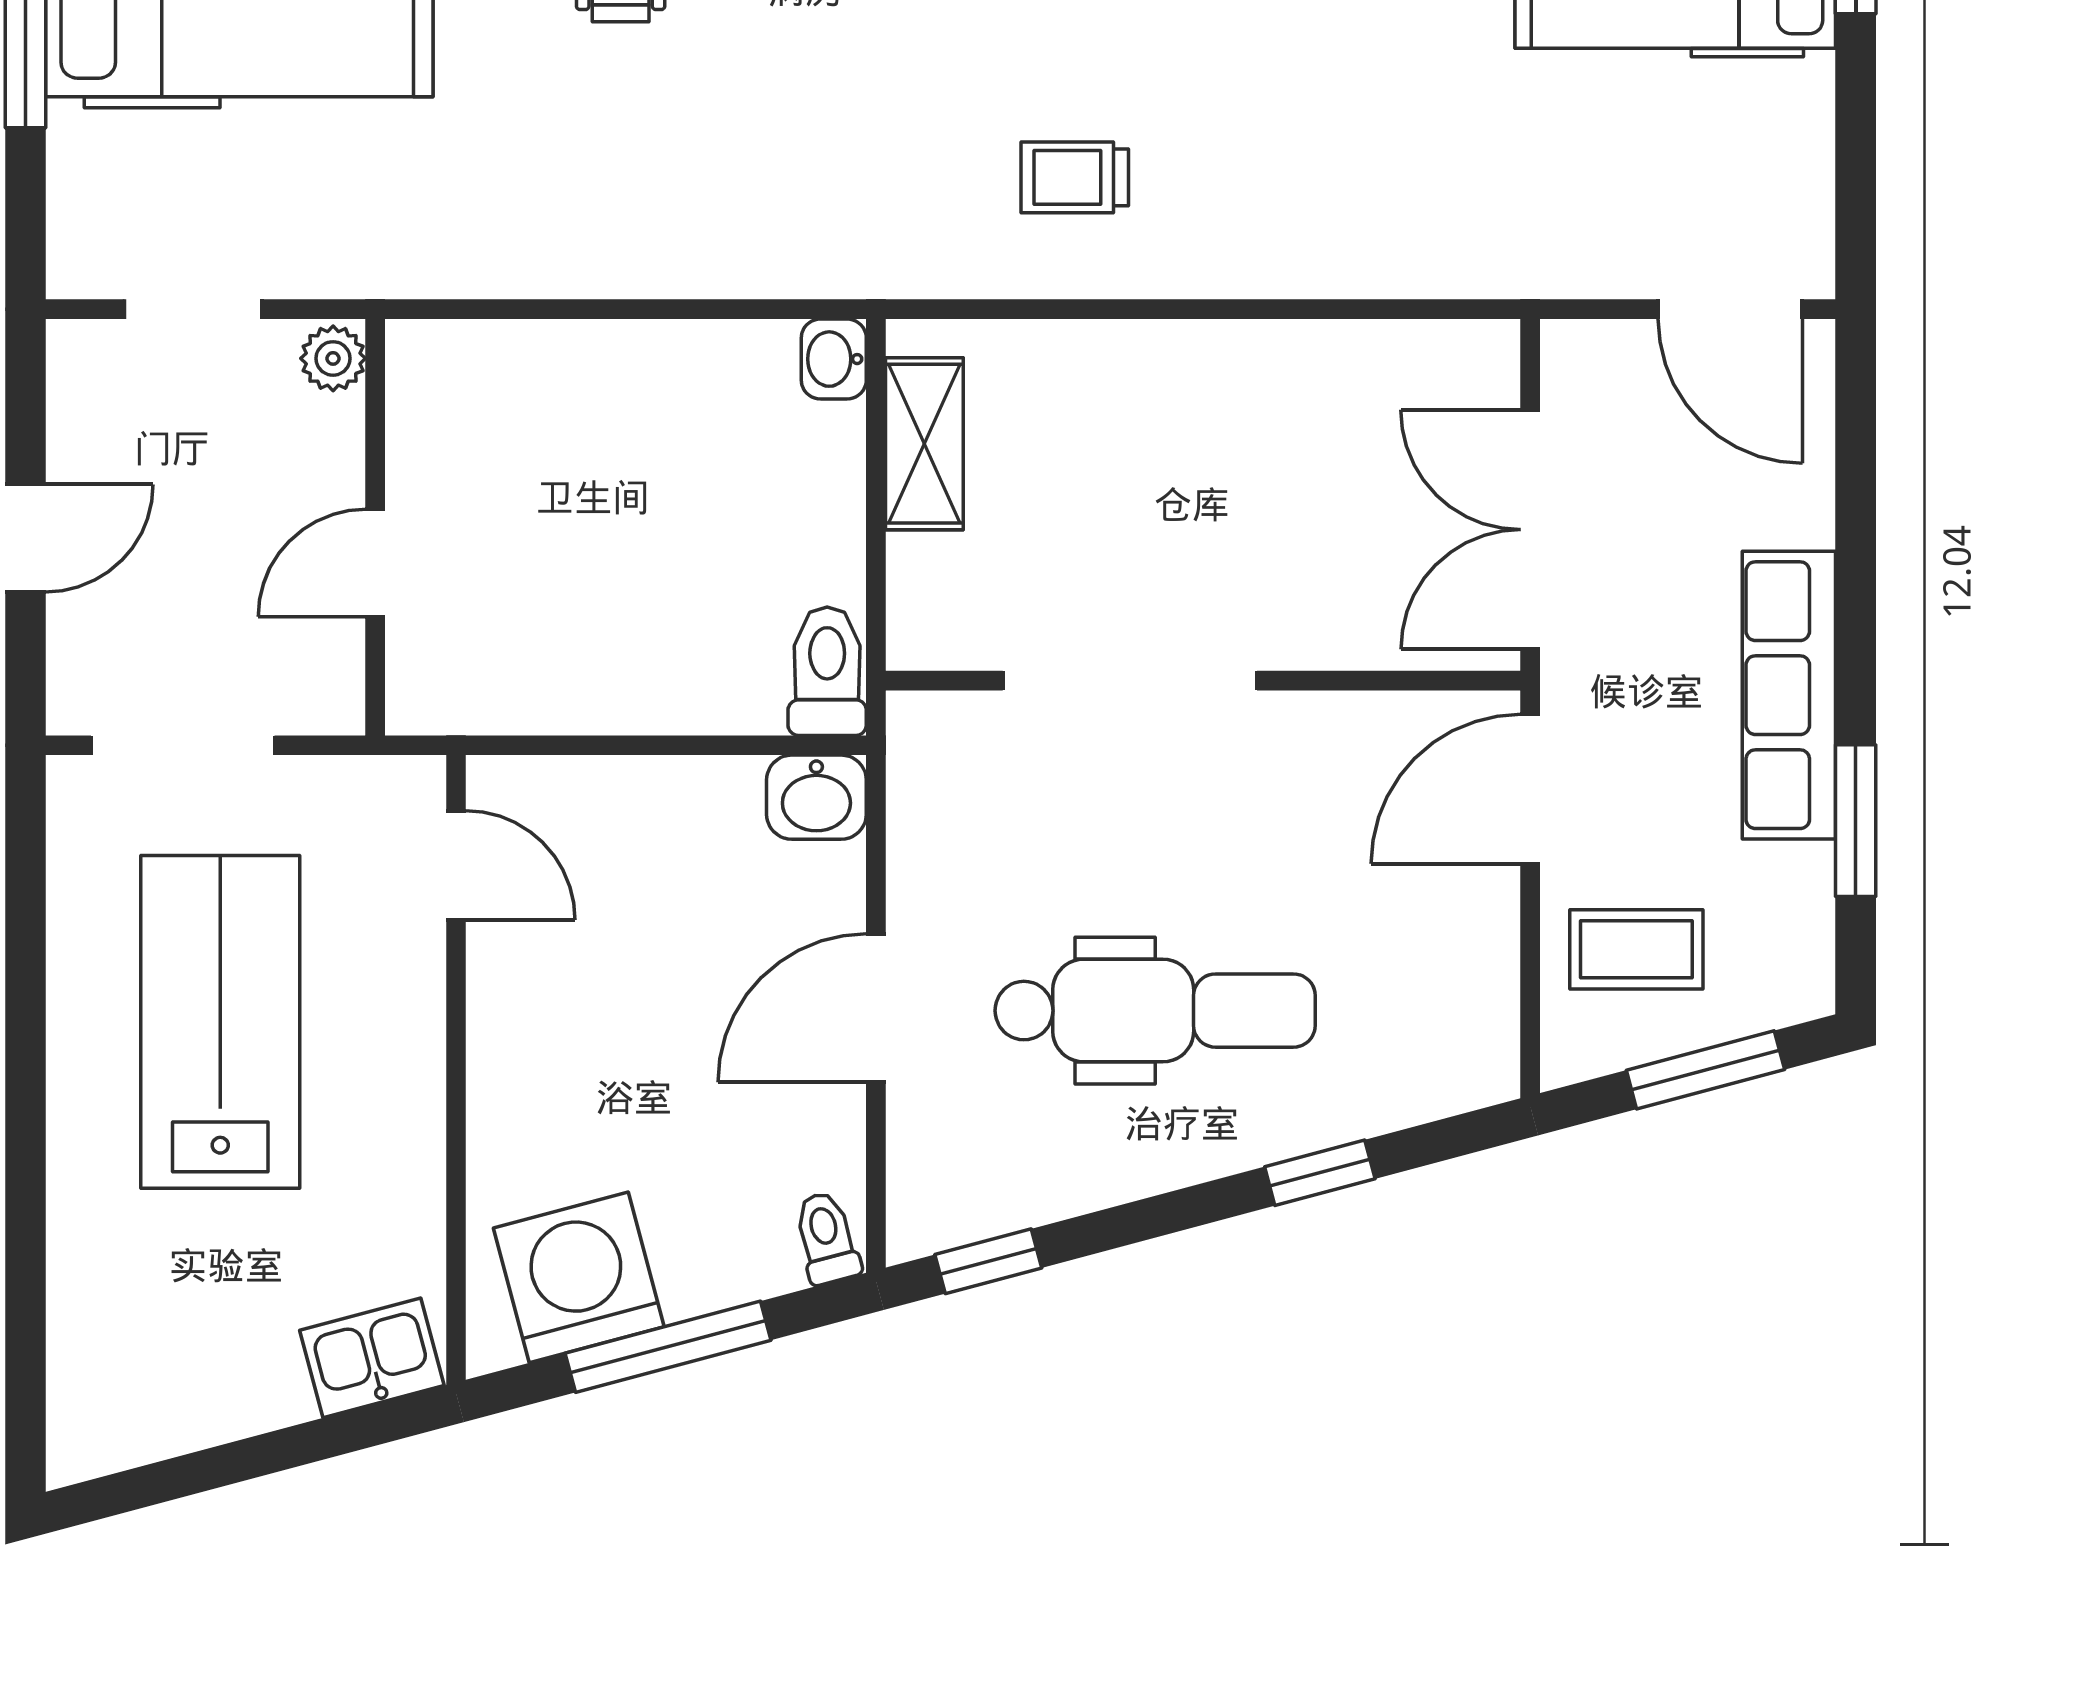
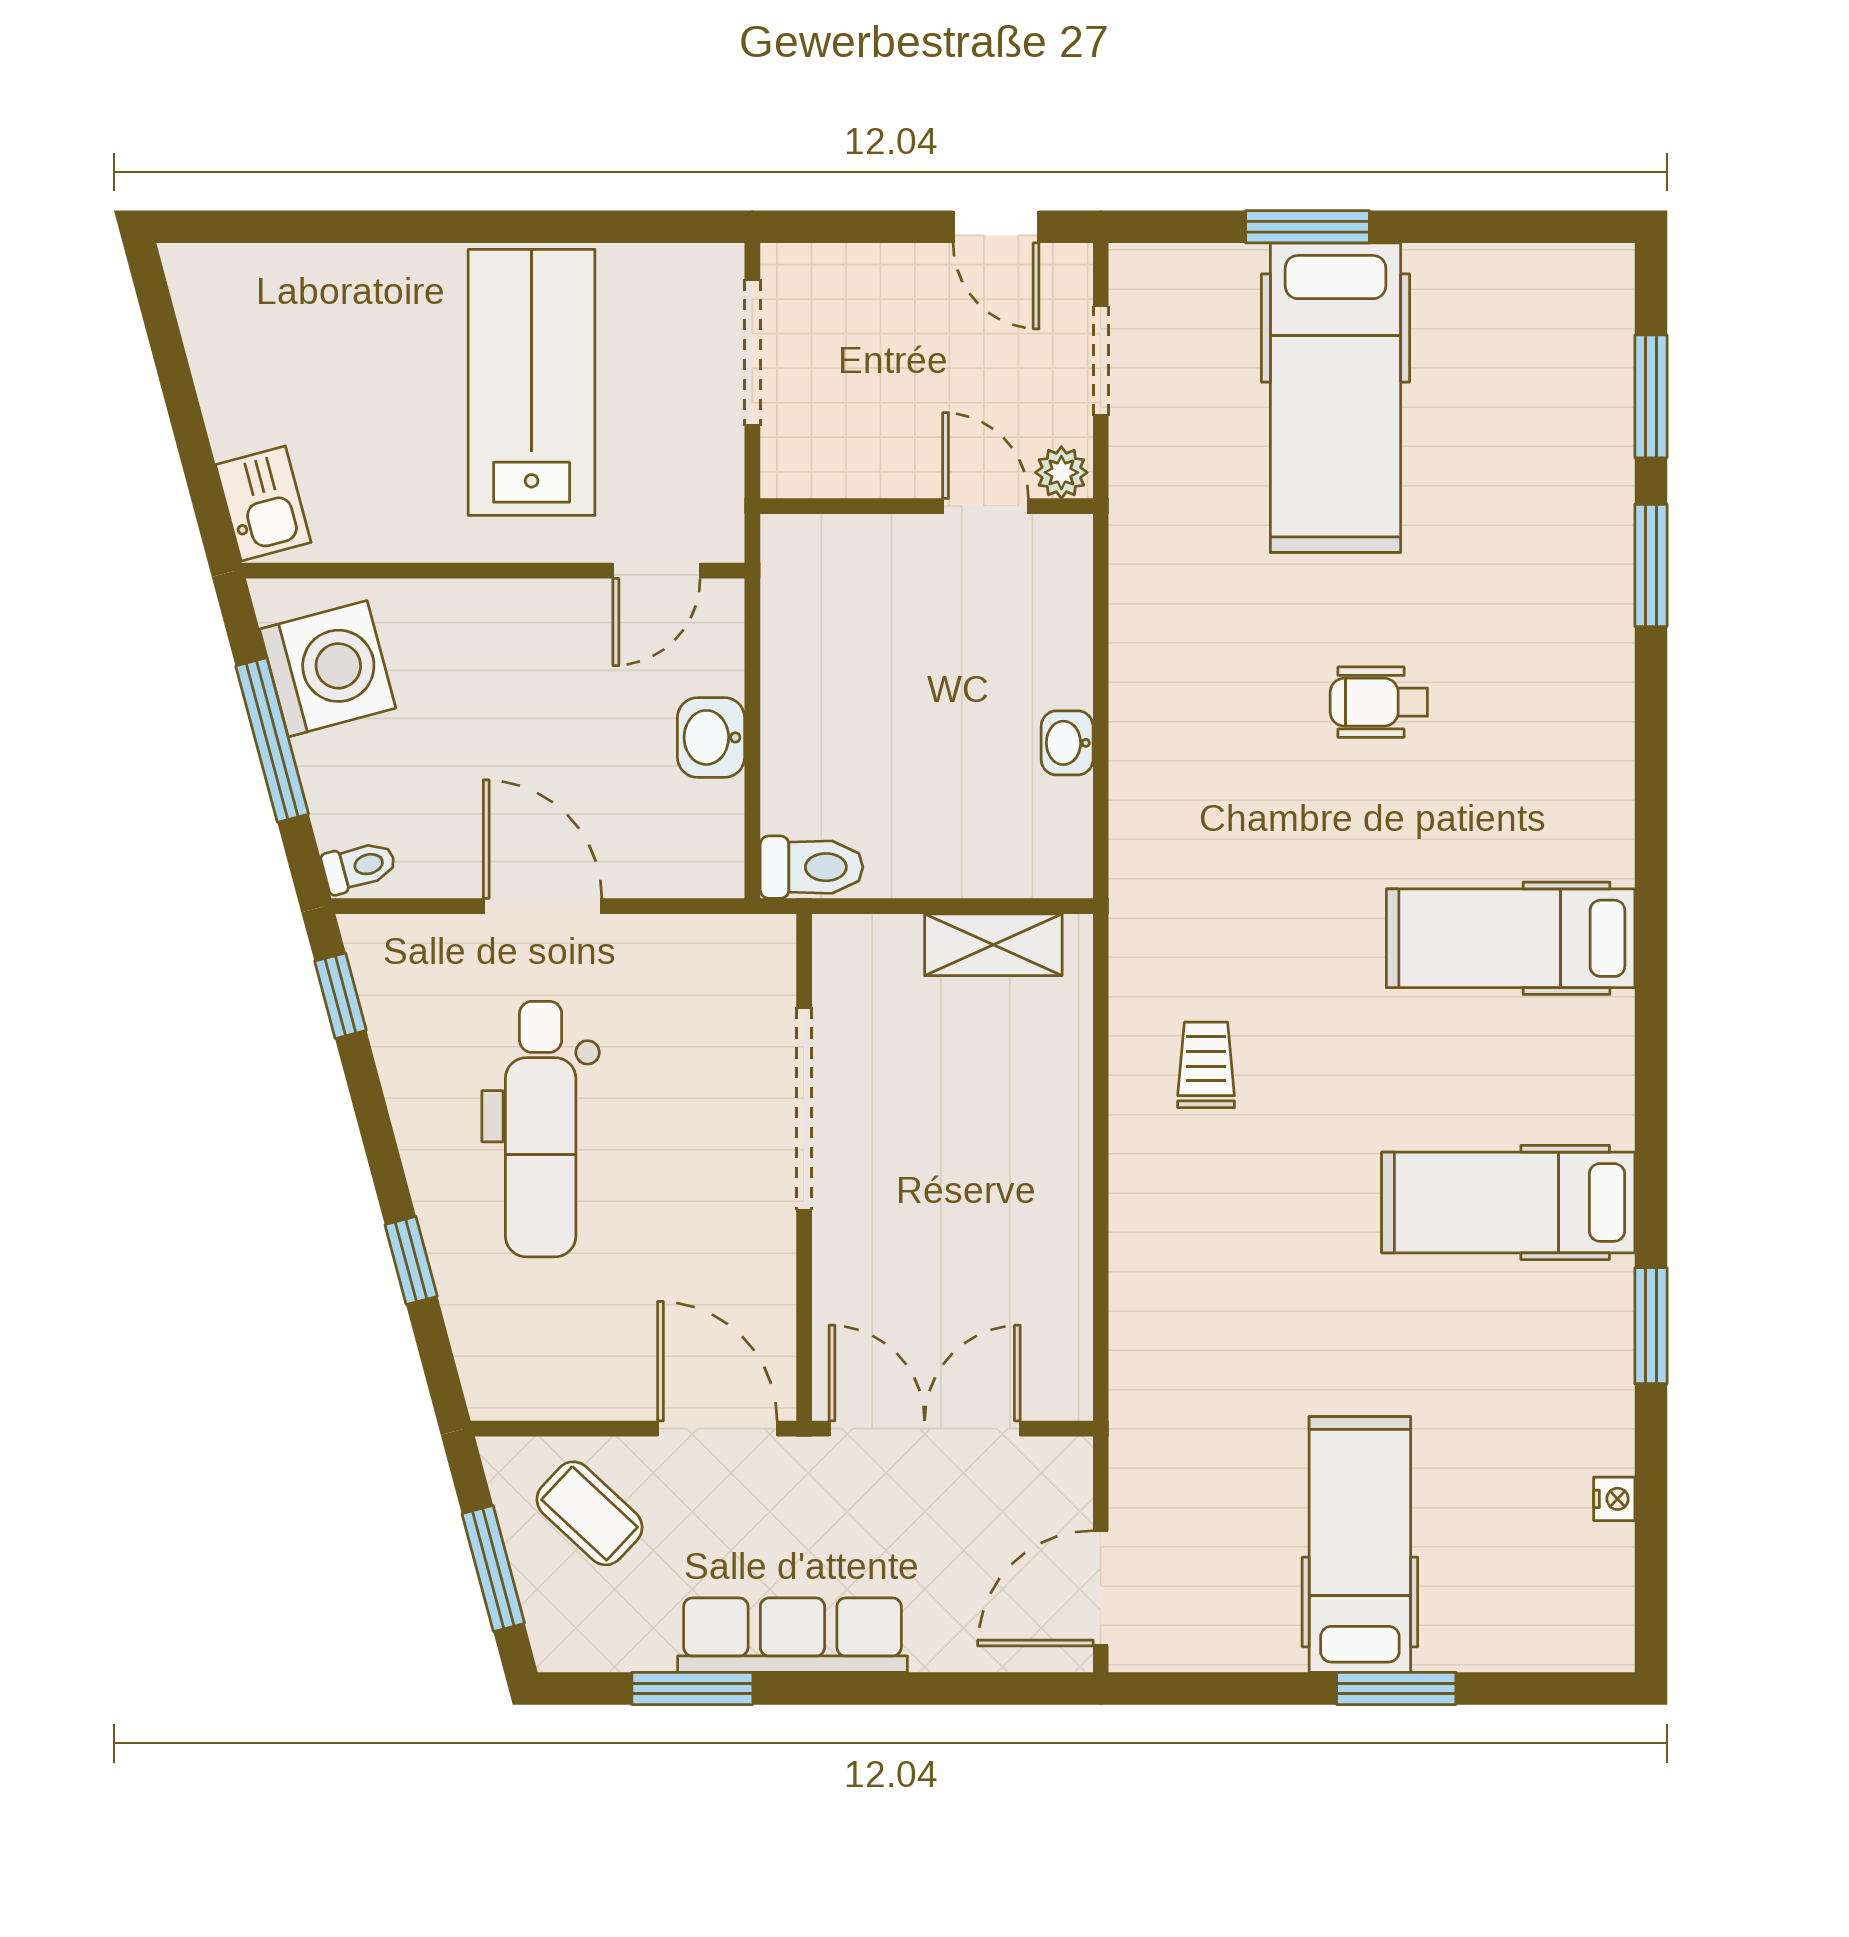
washbasin: (834, 359) -> (1067, 743), moved, turned -90
door: (25, 538) -> (996, 227), moved
door: (375, 563) -> (986, 506), moved
washbasin: (816, 797) -> (711, 737), moved
coffee table: (1636, 949) -> (590, 1513), turned -47
lab bench: (220, 1022) -> (532, 382), turned -90

